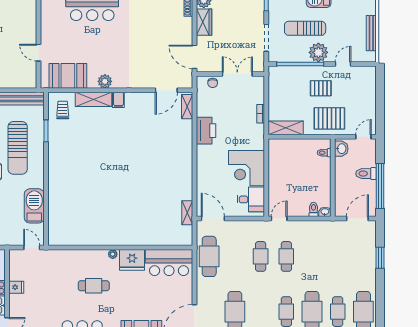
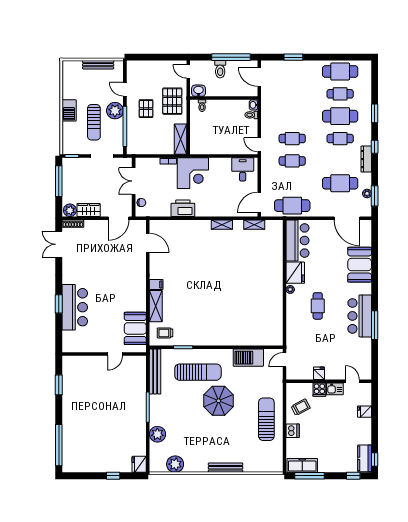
plant: (105, 81) -> (140, 296), removed
shelving: (187, 107) -> (222, 225), moved
corner desk: (246, 168) -> (193, 173), moved

